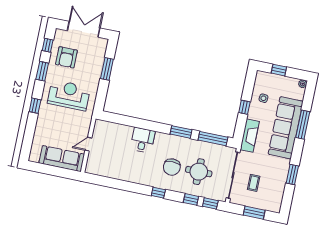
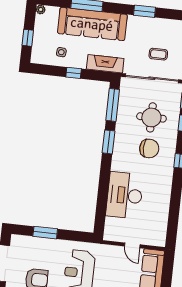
desk: (143, 140) -> (125, 195), width x1.87, depth x1.30

